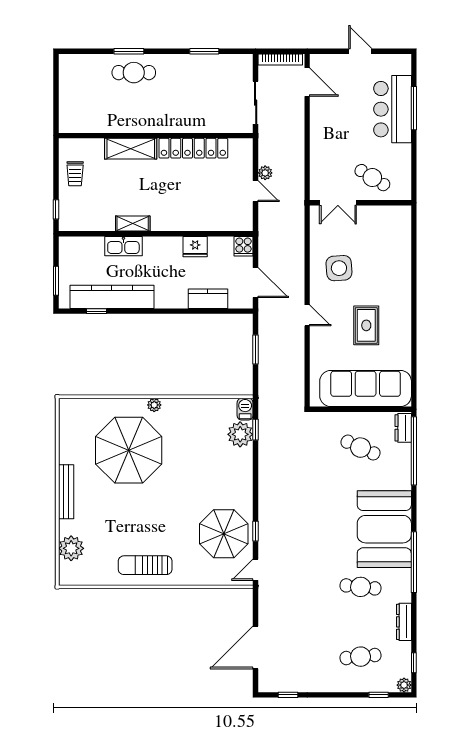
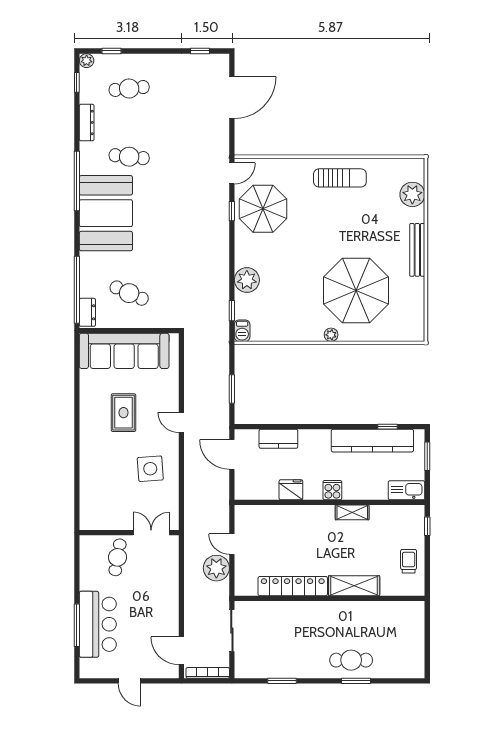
plant: (265, 173) -> (216, 568), width x1.87, depth x1.87
cafe table: (372, 178) -> (118, 557), turned 68
kitchen sink: (123, 246) -> (407, 490), moved
cooker: (244, 246) -> (332, 490), moved
plant: (240, 434) -> (247, 280), moved

